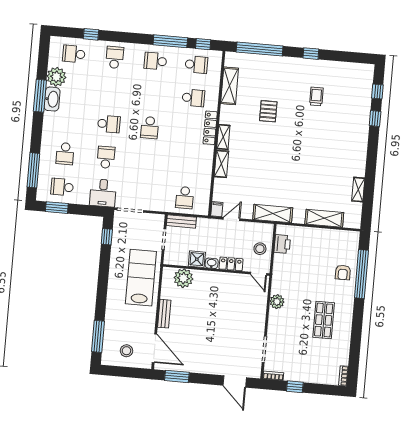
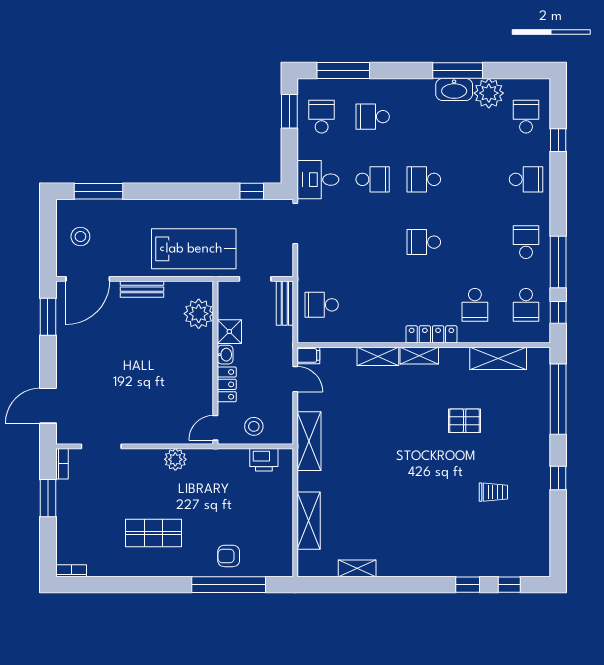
school desk: (109, 124) -> (424, 179), turned 90
window: (295, 387) -> (48, 498), width x1.50

